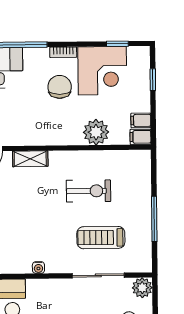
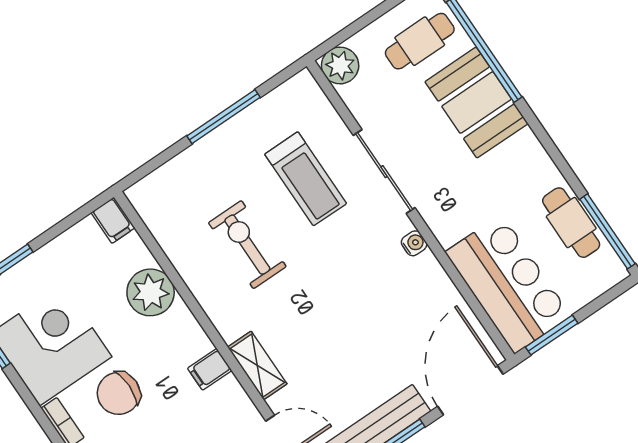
filing cabinet: (141, 120) -> (210, 369), moved, turned 90
sliding door: (98, 275) -> (384, 172), moved

